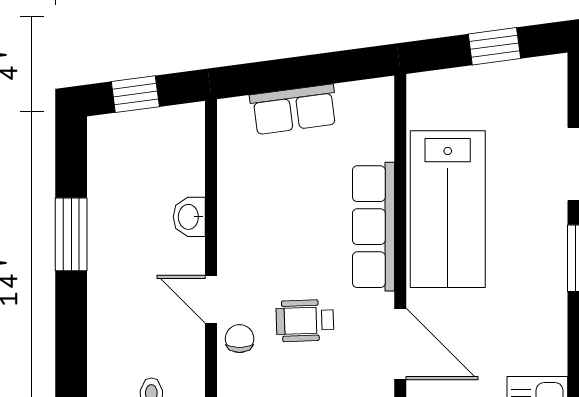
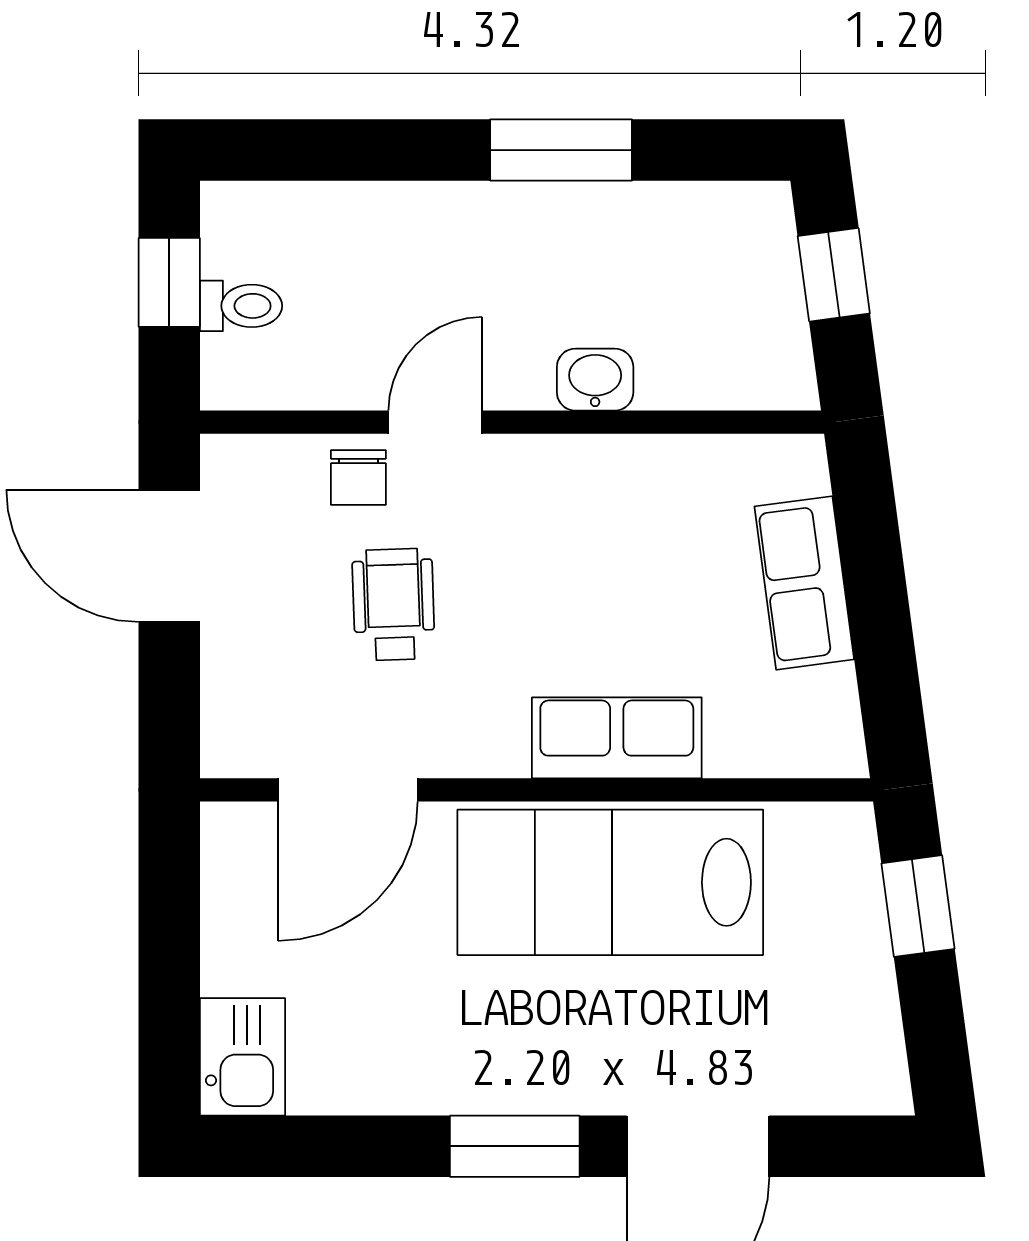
window: (494, 46) -> (918, 906), moved
row of seats: (373, 227) -> (617, 738), width x0.68
chair: (240, 339) -> (358, 478), turned 90

